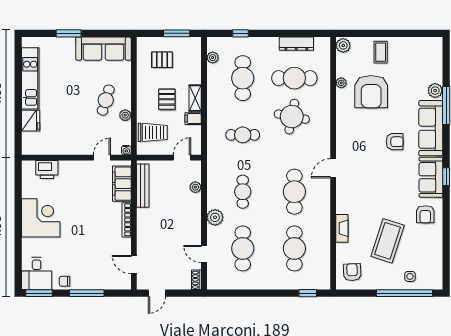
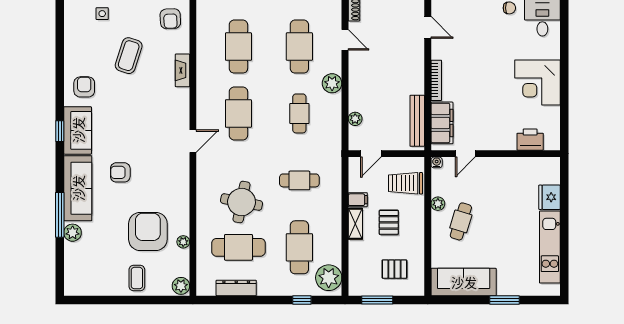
plant: (213, 58) -> (329, 278), width x1.88, depth x1.88
coffee table: (388, 241) -> (129, 56), width x0.73, depth x0.76

